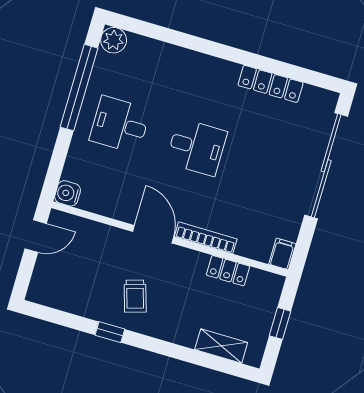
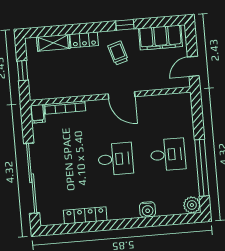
desk: (197, 147) -> (116, 159), turned 180
water cooler: (68, 193) -> (148, 210), moved, turned 90
bookcase: (206, 238) -> (65, 107), moved
locker: (228, 271) -> (84, 40), moved, turned 180
filing cabinet: (66, 295) -> (160, 38), added

